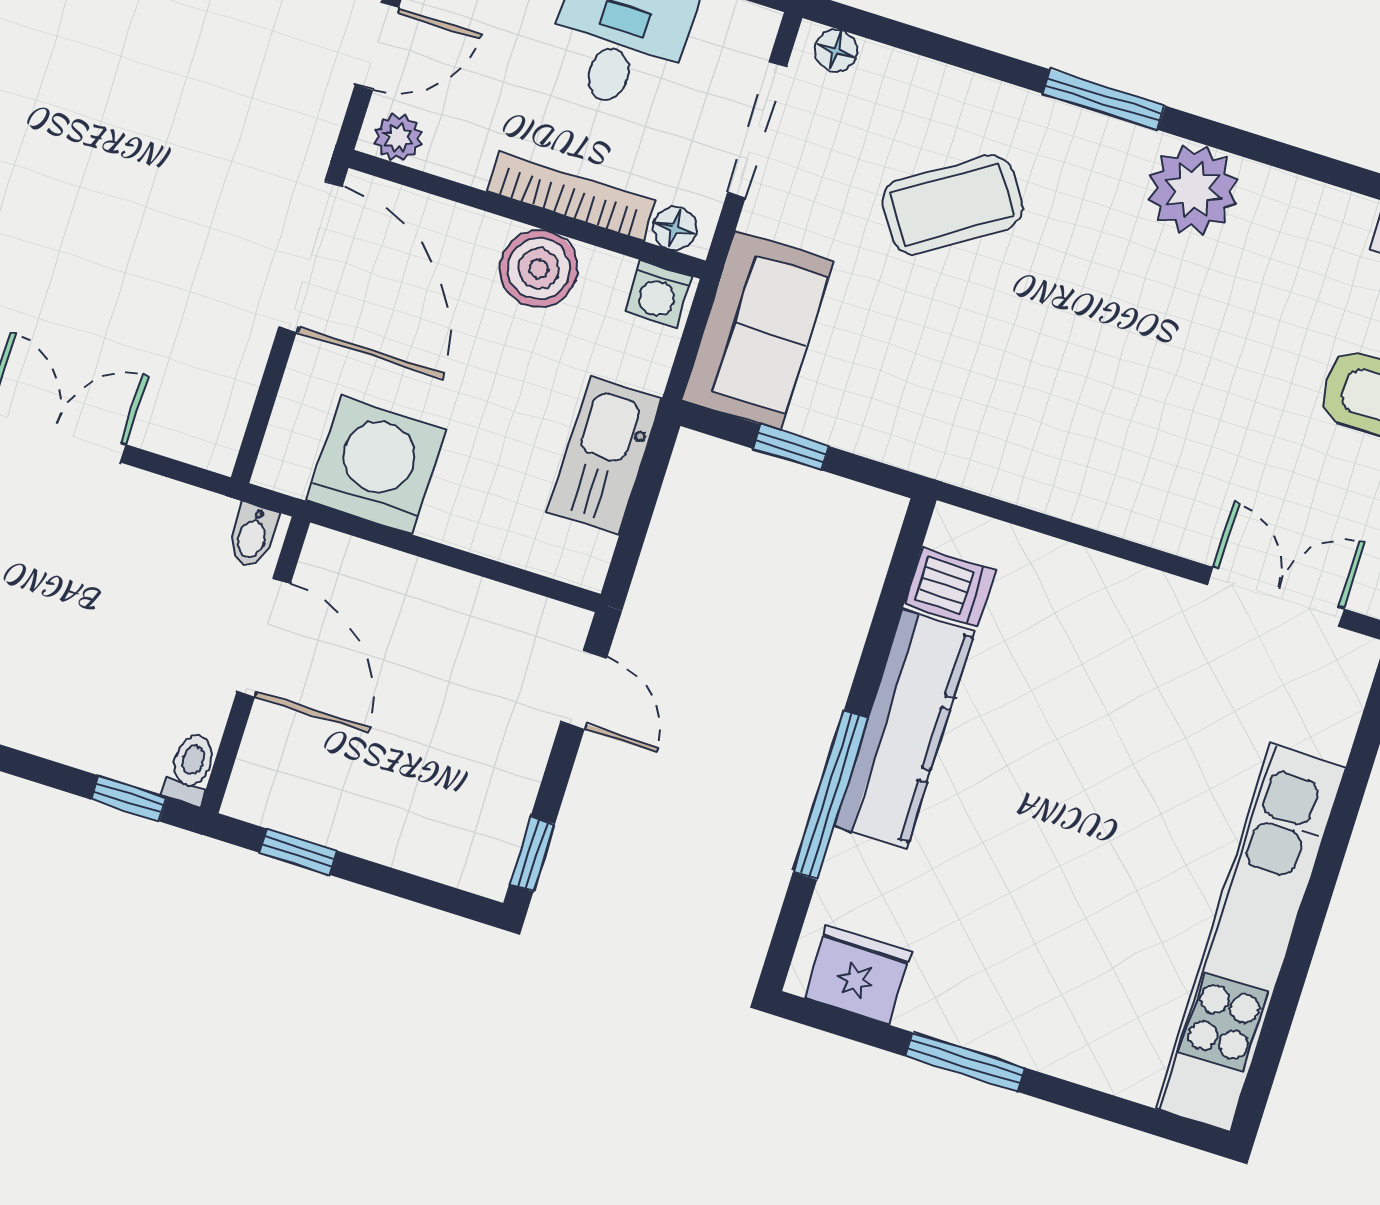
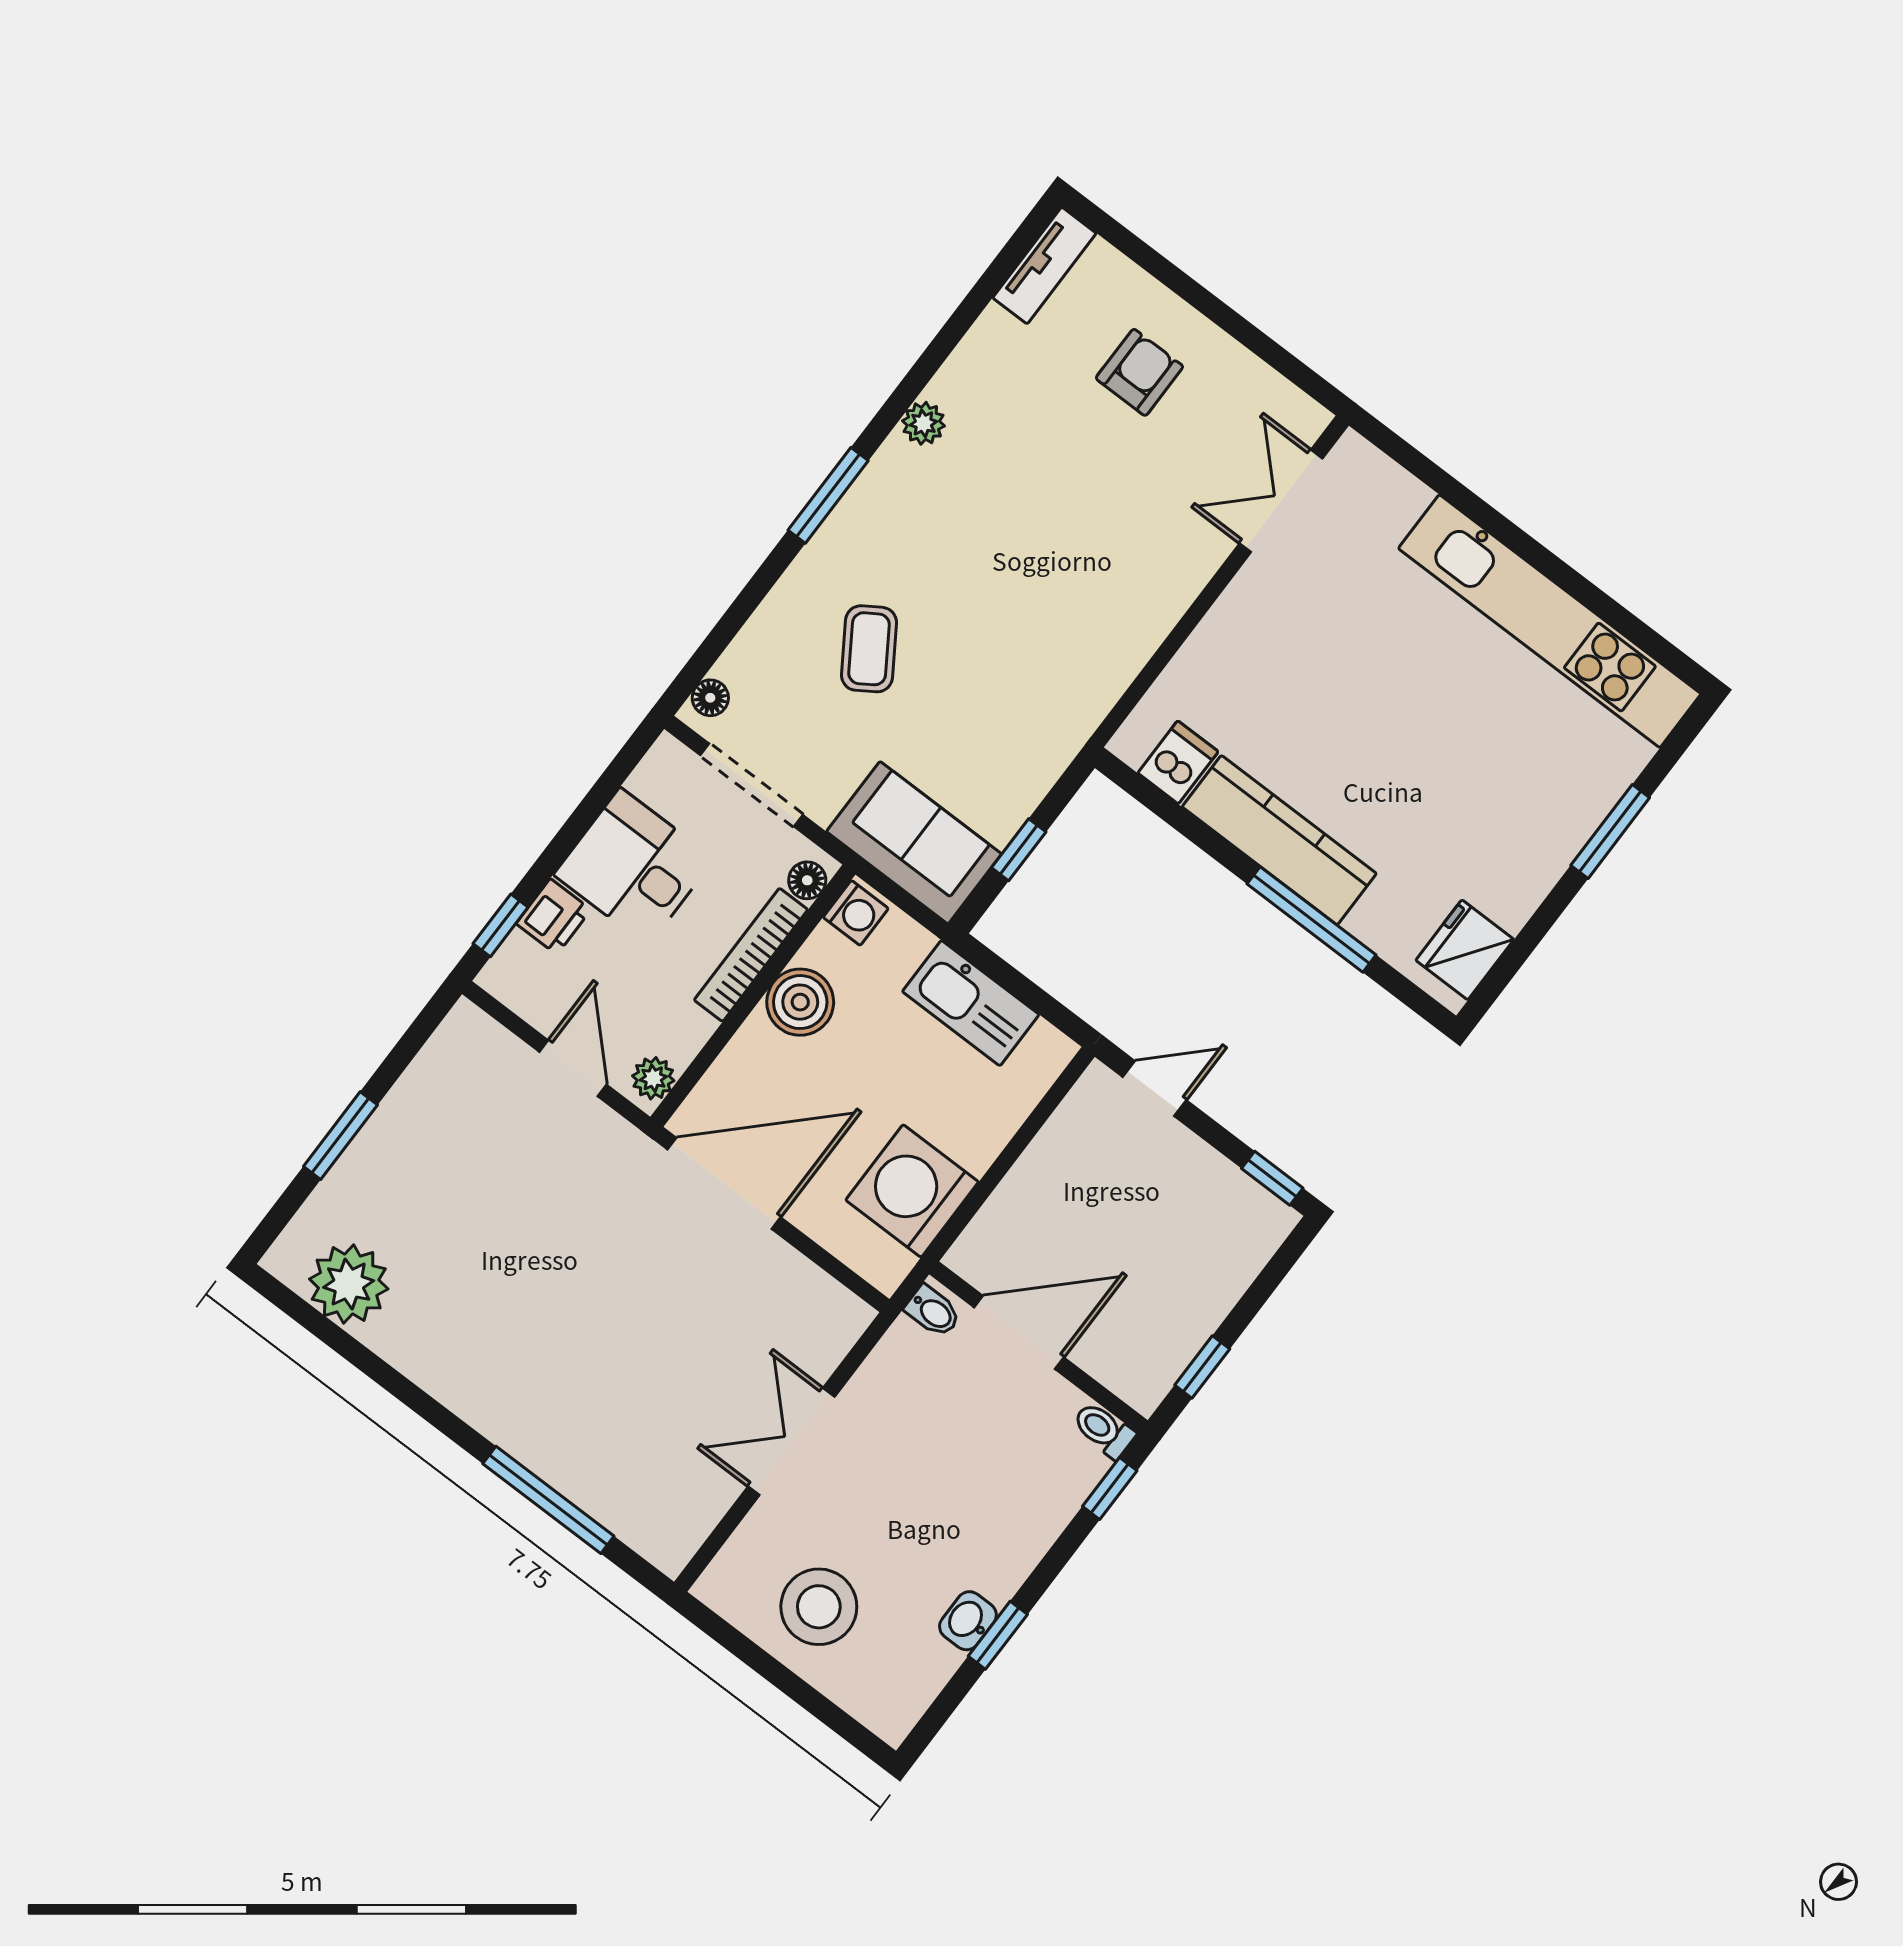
plant: (1193, 190) -> (923, 423), width x0.53, depth x0.53
coffee table: (952, 205) -> (869, 649), width x0.73, depth x0.77
window: (965, 1062) -> (1610, 831), moved

